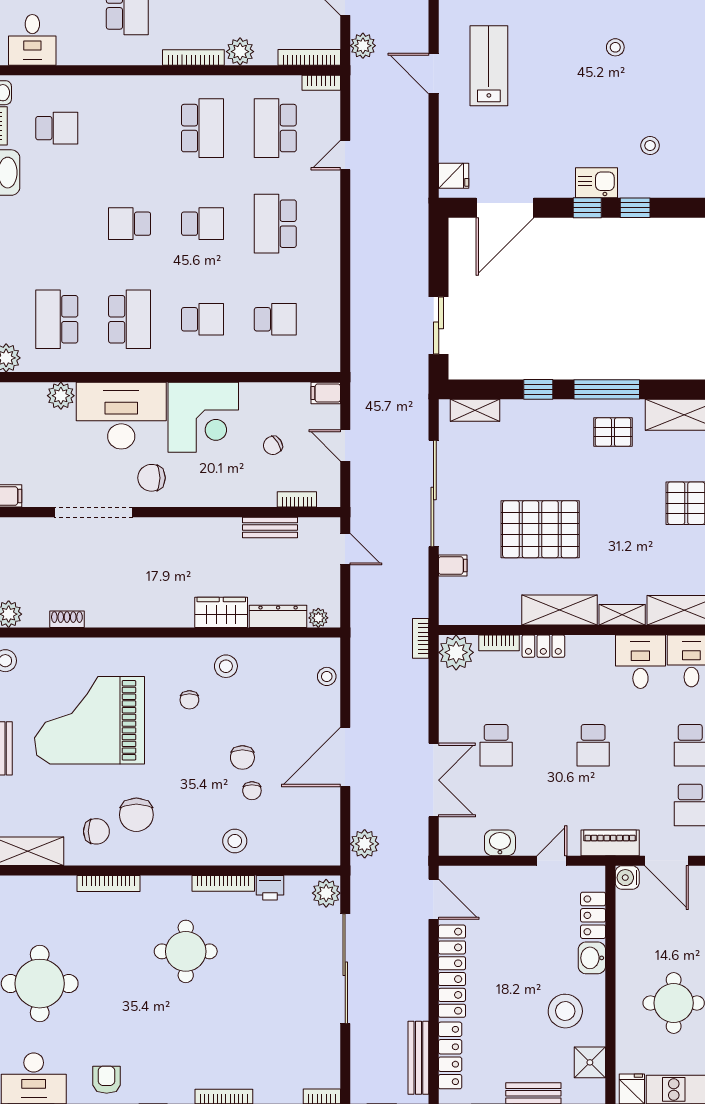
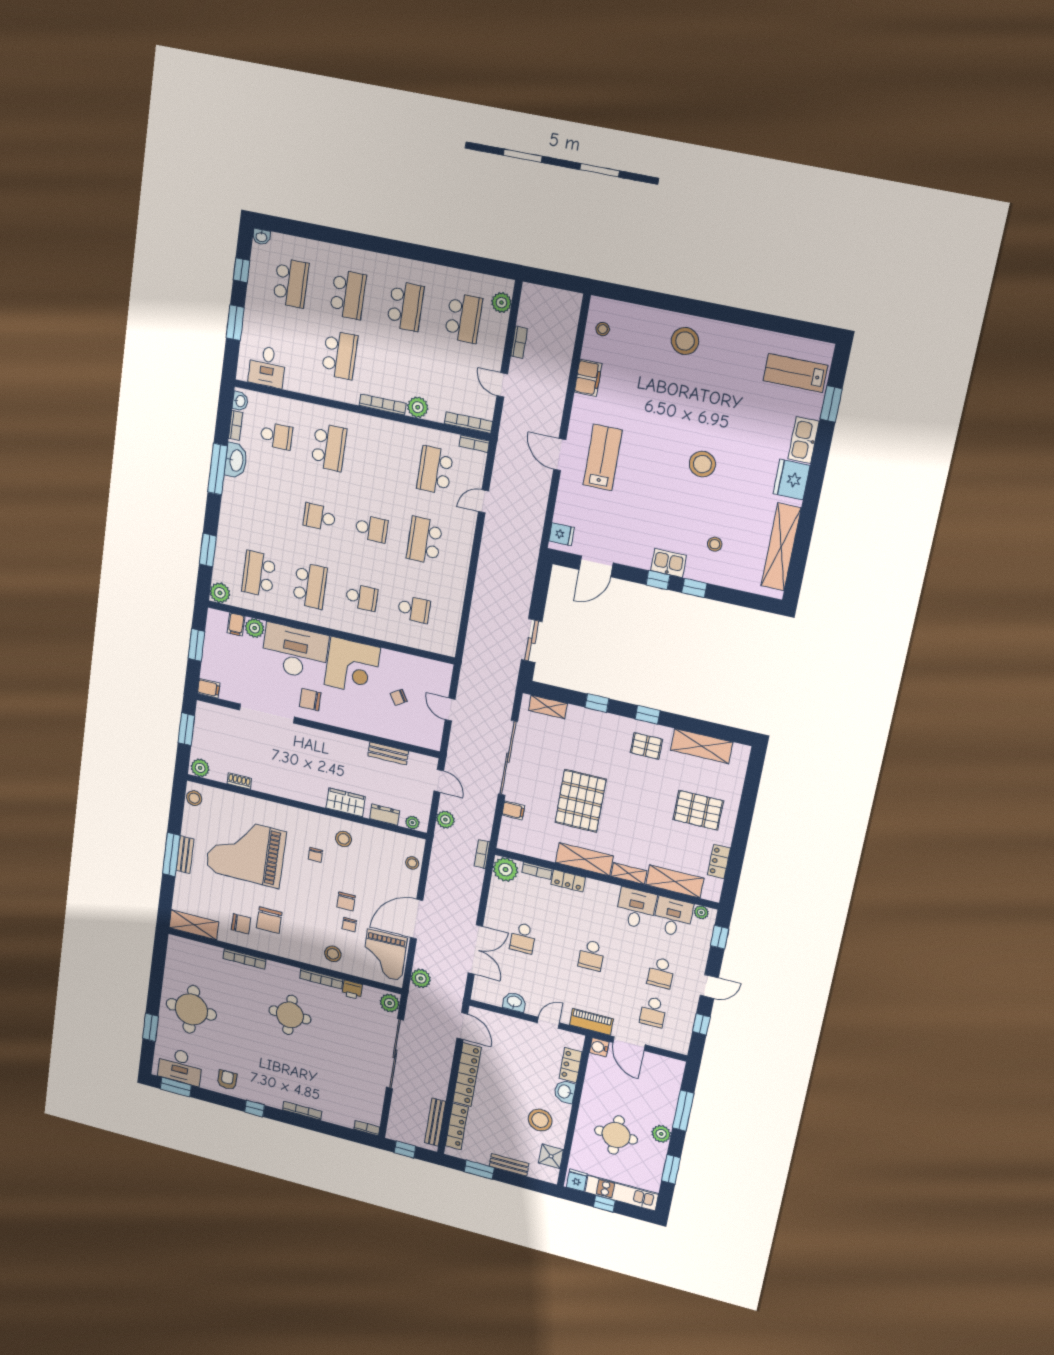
plant: (363, 46) -> (445, 820), moved
stool: (615, 47) -> (702, 464), width x1.89, depth x1.89
school desk: (202, 128) -> (329, 447), moved
door: (505, 208) -> (596, 566), width x0.73
window: (607, 389) -> (648, 715), width x0.46
filing cabinet: (326, 393) -> (236, 624), moved, turned -90
bookcase: (297, 499) -> (410, 739), removed
pallet: (540, 529) -> (581, 801), turned 90
dresser: (278, 616) -> (385, 815), width x0.70
grand piano: (308, 823) -> (384, 955), added

